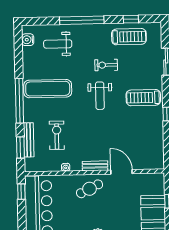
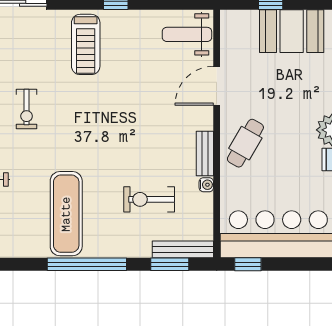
weight bench: (100, 96) -> (187, 34), moved, turned 180
bench: (29, 140) -> (183, 249), moved
bench: (95, 166) -> (205, 154), moved
cafe table: (90, 189) -> (245, 143), turned 56

